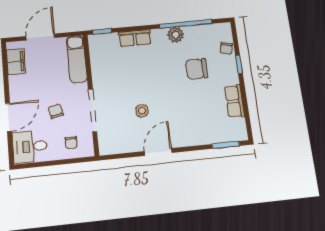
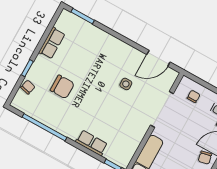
plant: (176, 35) -> (59, 124), removed
chair: (56, 111) -> (205, 158), moved
door: (158, 152) -> (158, 58), moved

